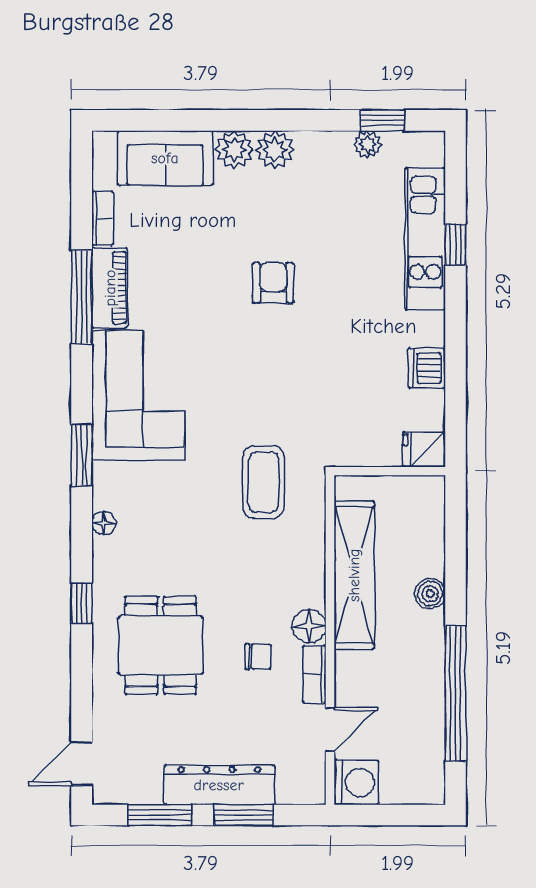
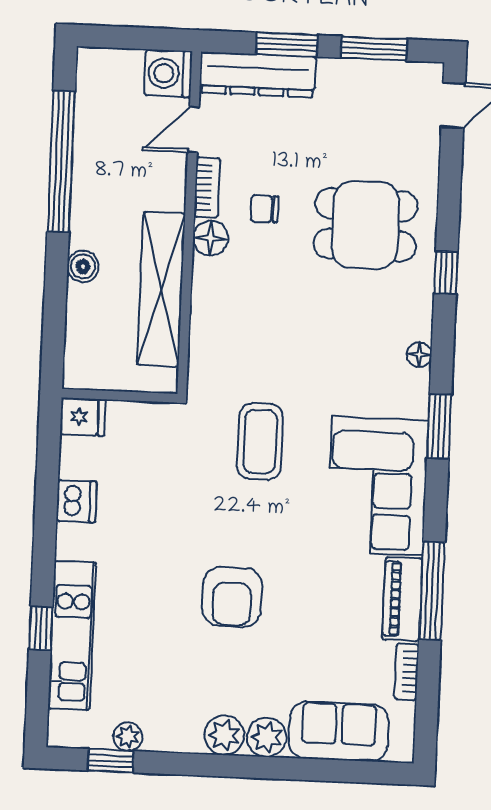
armchair: (273, 283) -> (232, 597), width x1.38, depth x1.38
coffee table: (264, 482) -> (260, 441), moved
dining table: (161, 645) -> (366, 225), turned 90
dresser: (219, 785) -> (258, 75), moved

